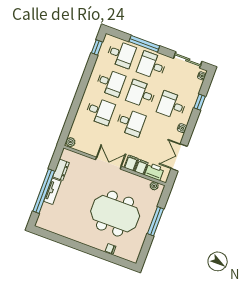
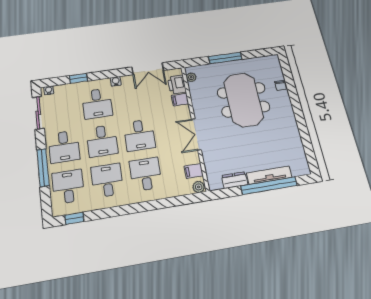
desk: (131, 122) -> (139, 135), turned 180
filing cabinet: (131, 163) -> (194, 171), moved
tv unit: (52, 191) -> (269, 175), width x1.41

